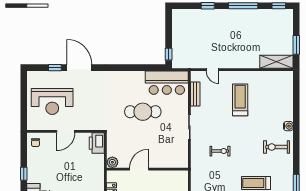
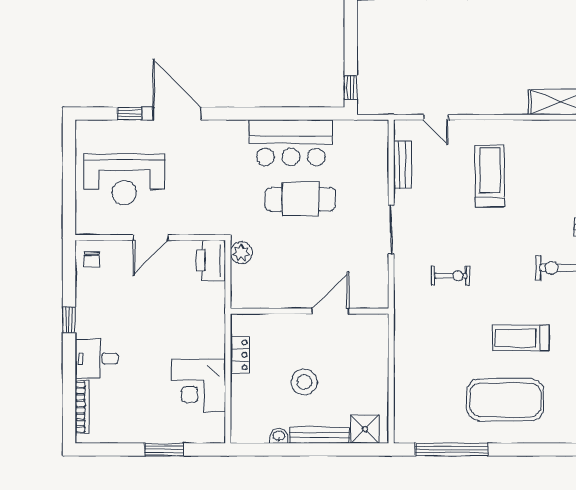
bar counter: (167, 83) -> (291, 143), moved
plant: (112, 162) -> (241, 253), moved
door: (139, 169) -> (331, 311), moved

